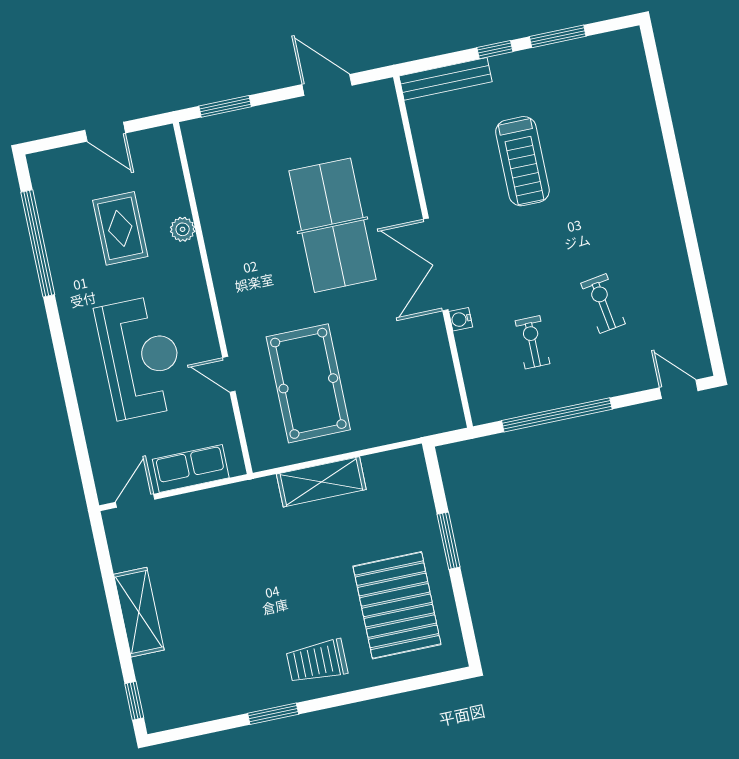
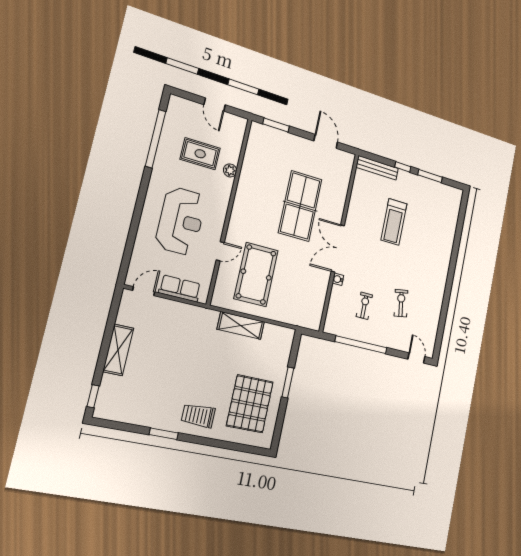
rug: (120, 228) -> (200, 154), turned 90
door: (229, 374) -> (220, 251), swing flipped

